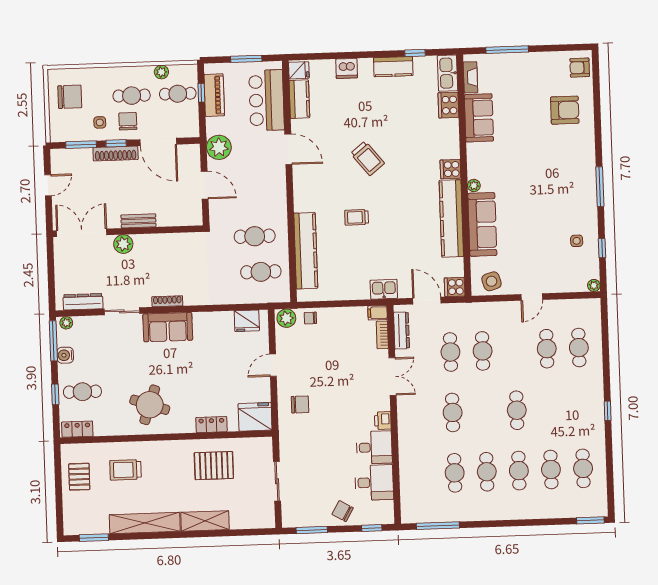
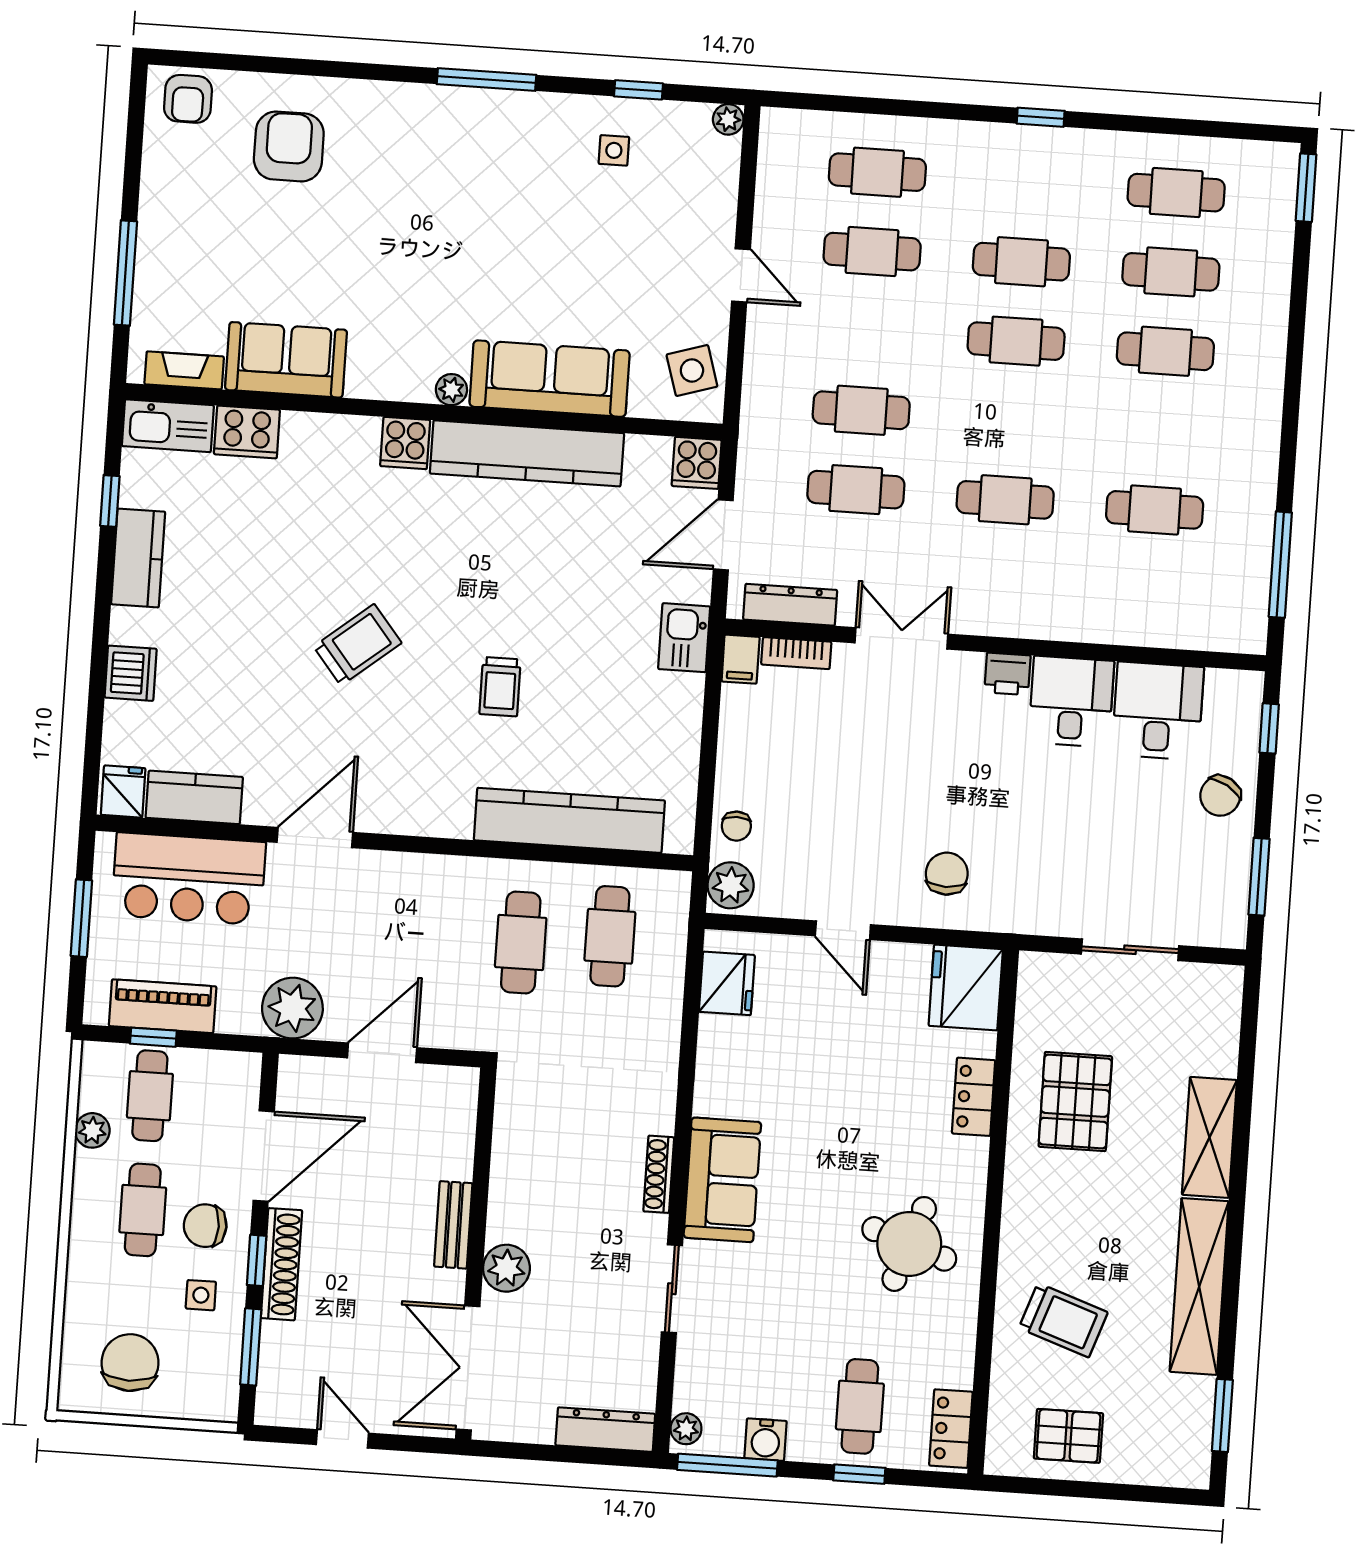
dresser: (83, 302) -> (605, 1430), moved, turned 90
trolley: (125, 470) -> (1063, 1320), turned -71
cafe table: (487, 472) -> (1021, 262), moved

